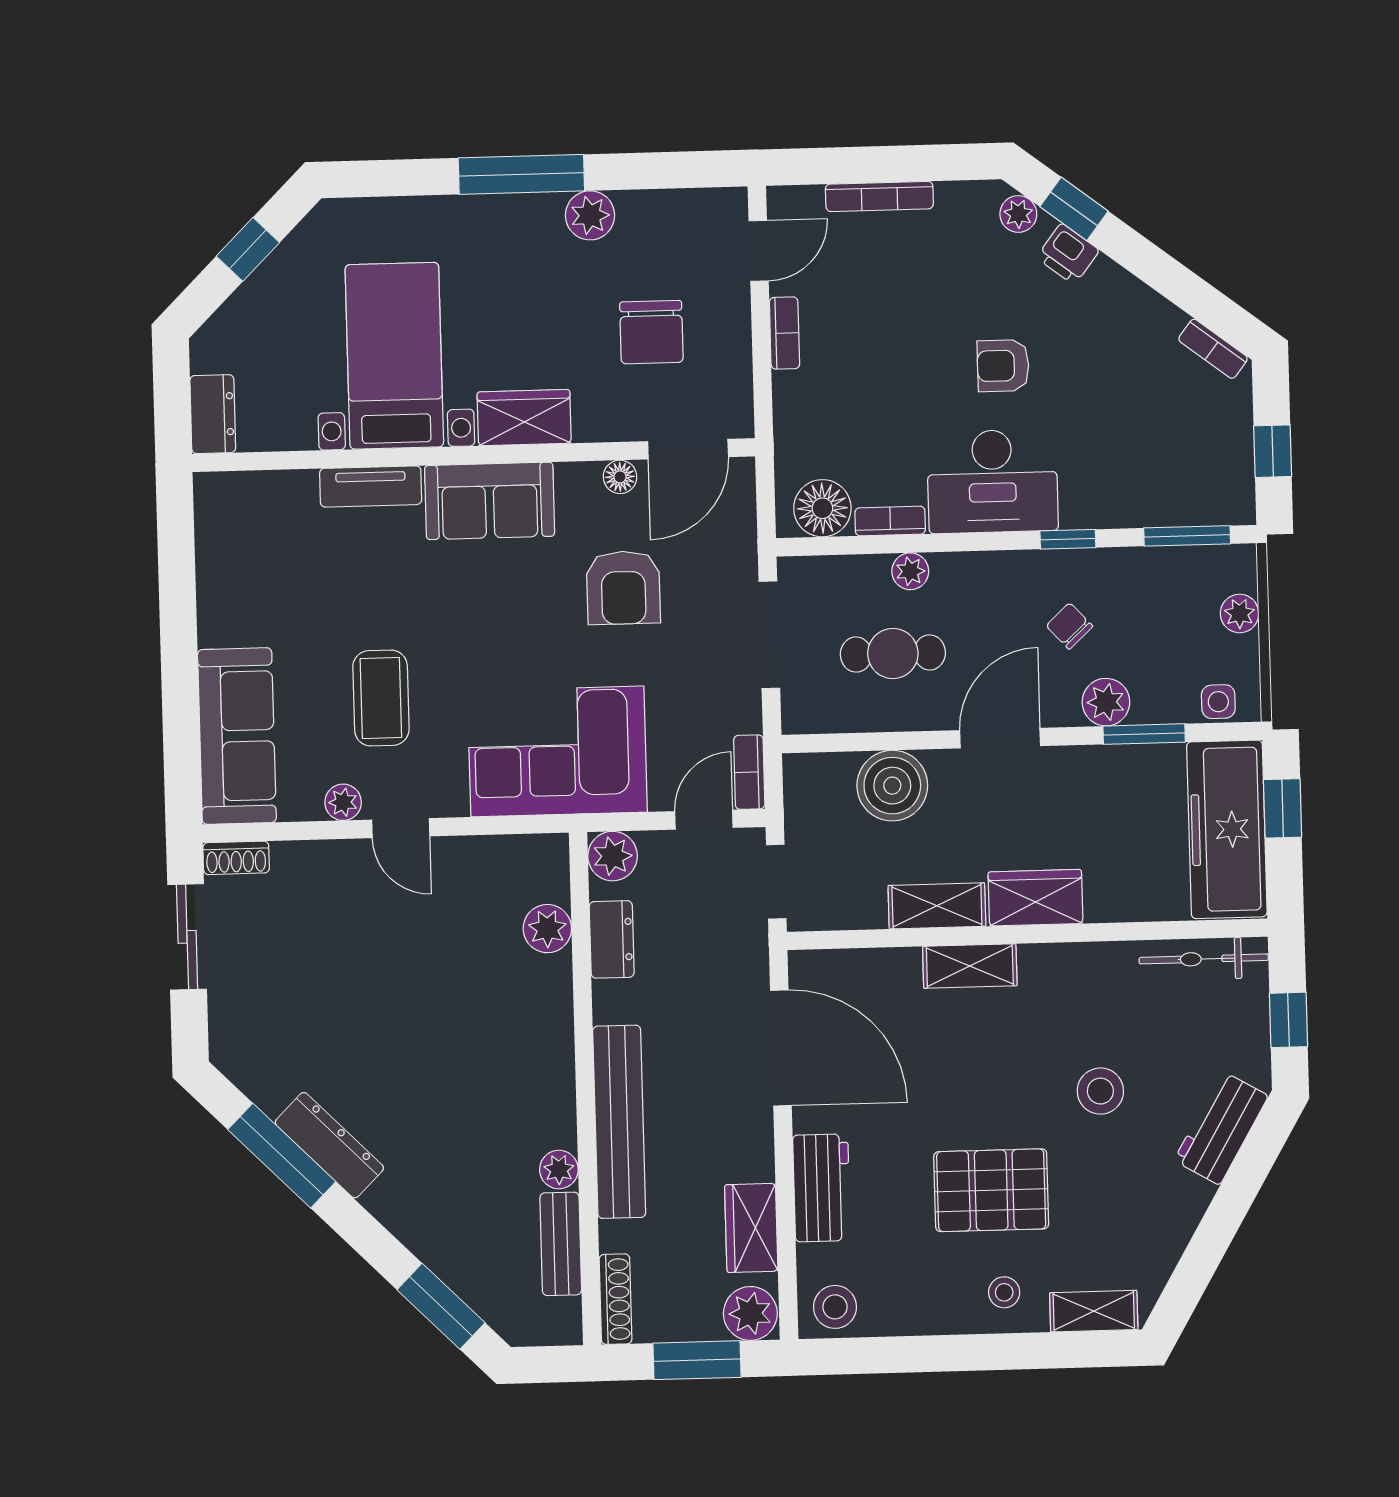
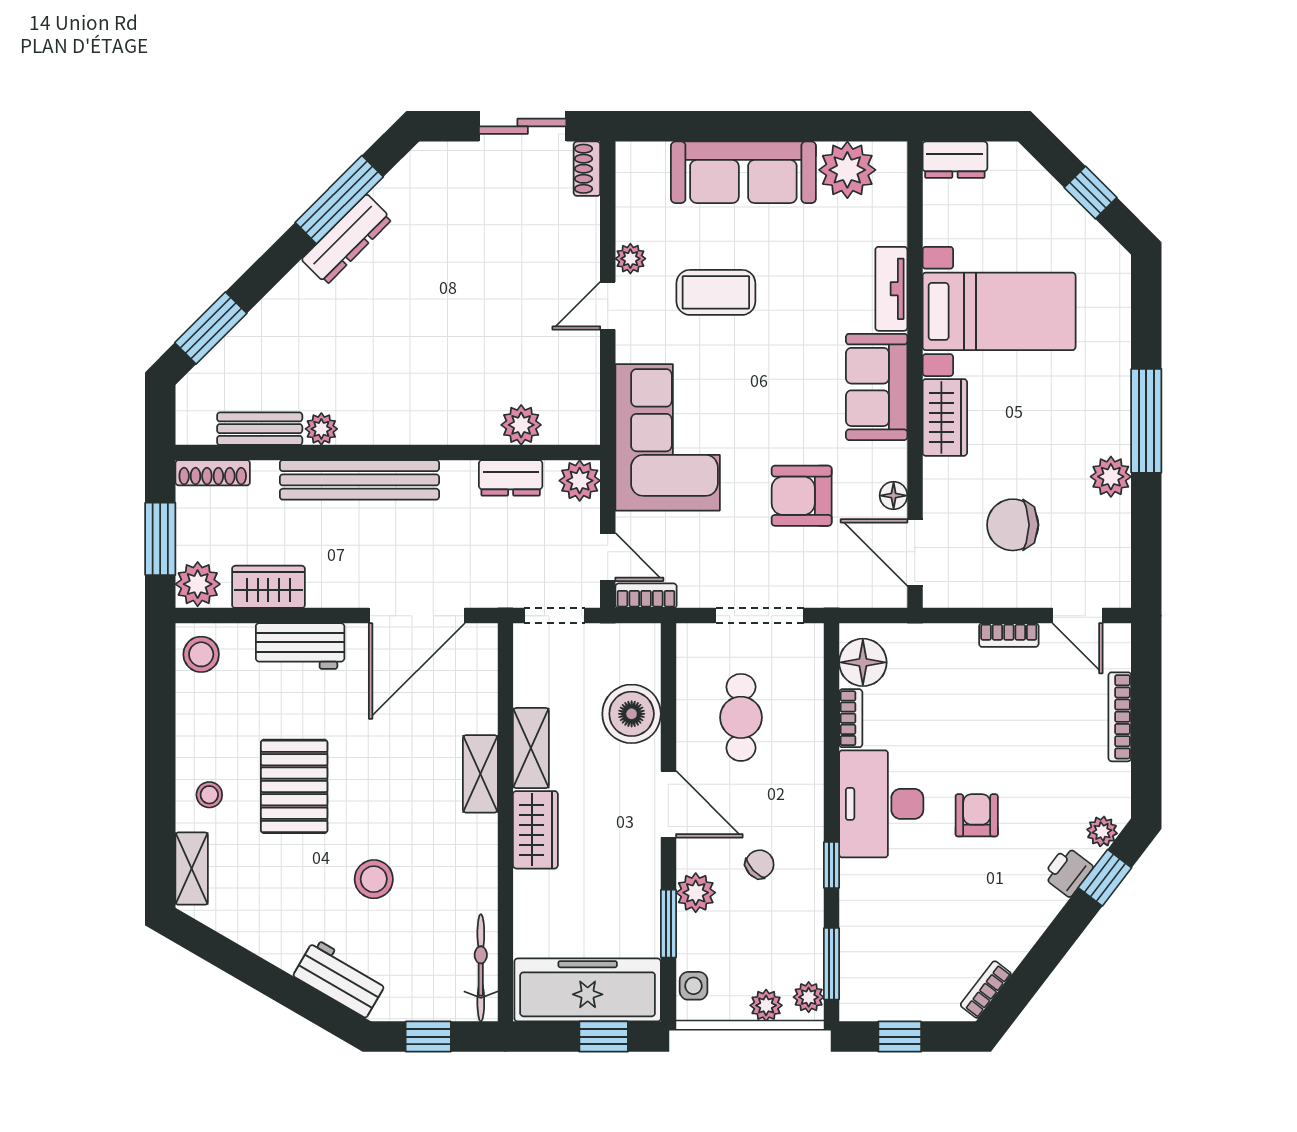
plant: (229, 544) -> (847, 170), added
plant: (910, 571) -> (809, 997), moved
sofa: (237, 736) -> (743, 172), moved

